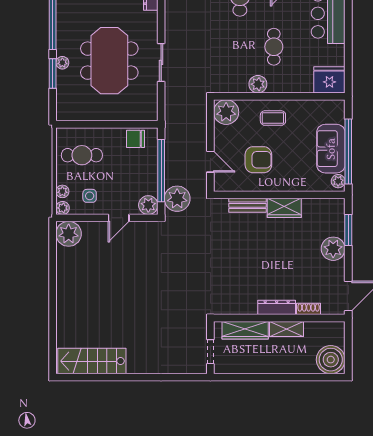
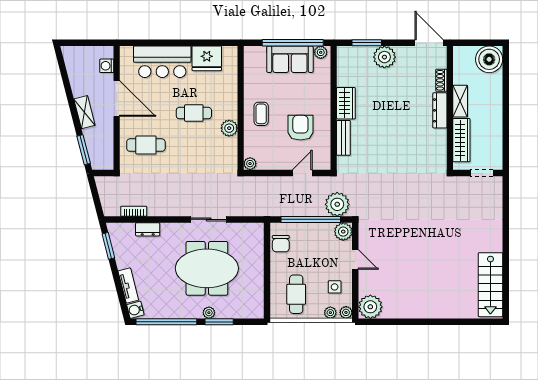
fridge: (329, 80) -> (207, 58), moved, turned -90
plant: (226, 112) -> (250, 164), width x0.53, depth x0.53

